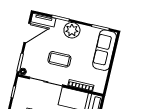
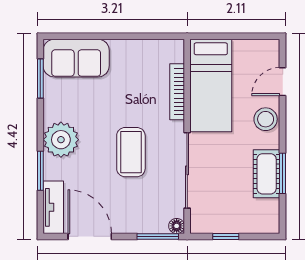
sofa: (105, 50) -> (76, 58), width x0.73

